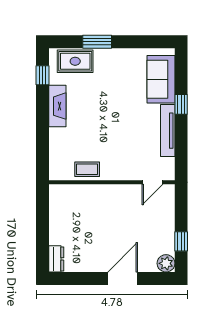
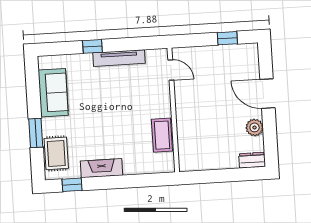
sofa: (161, 79) -> (53, 93), moved, turned -90
coffee table: (87, 169) -> (162, 135), width x1.36, depth x1.30
plant: (166, 263) -> (255, 127), moved

